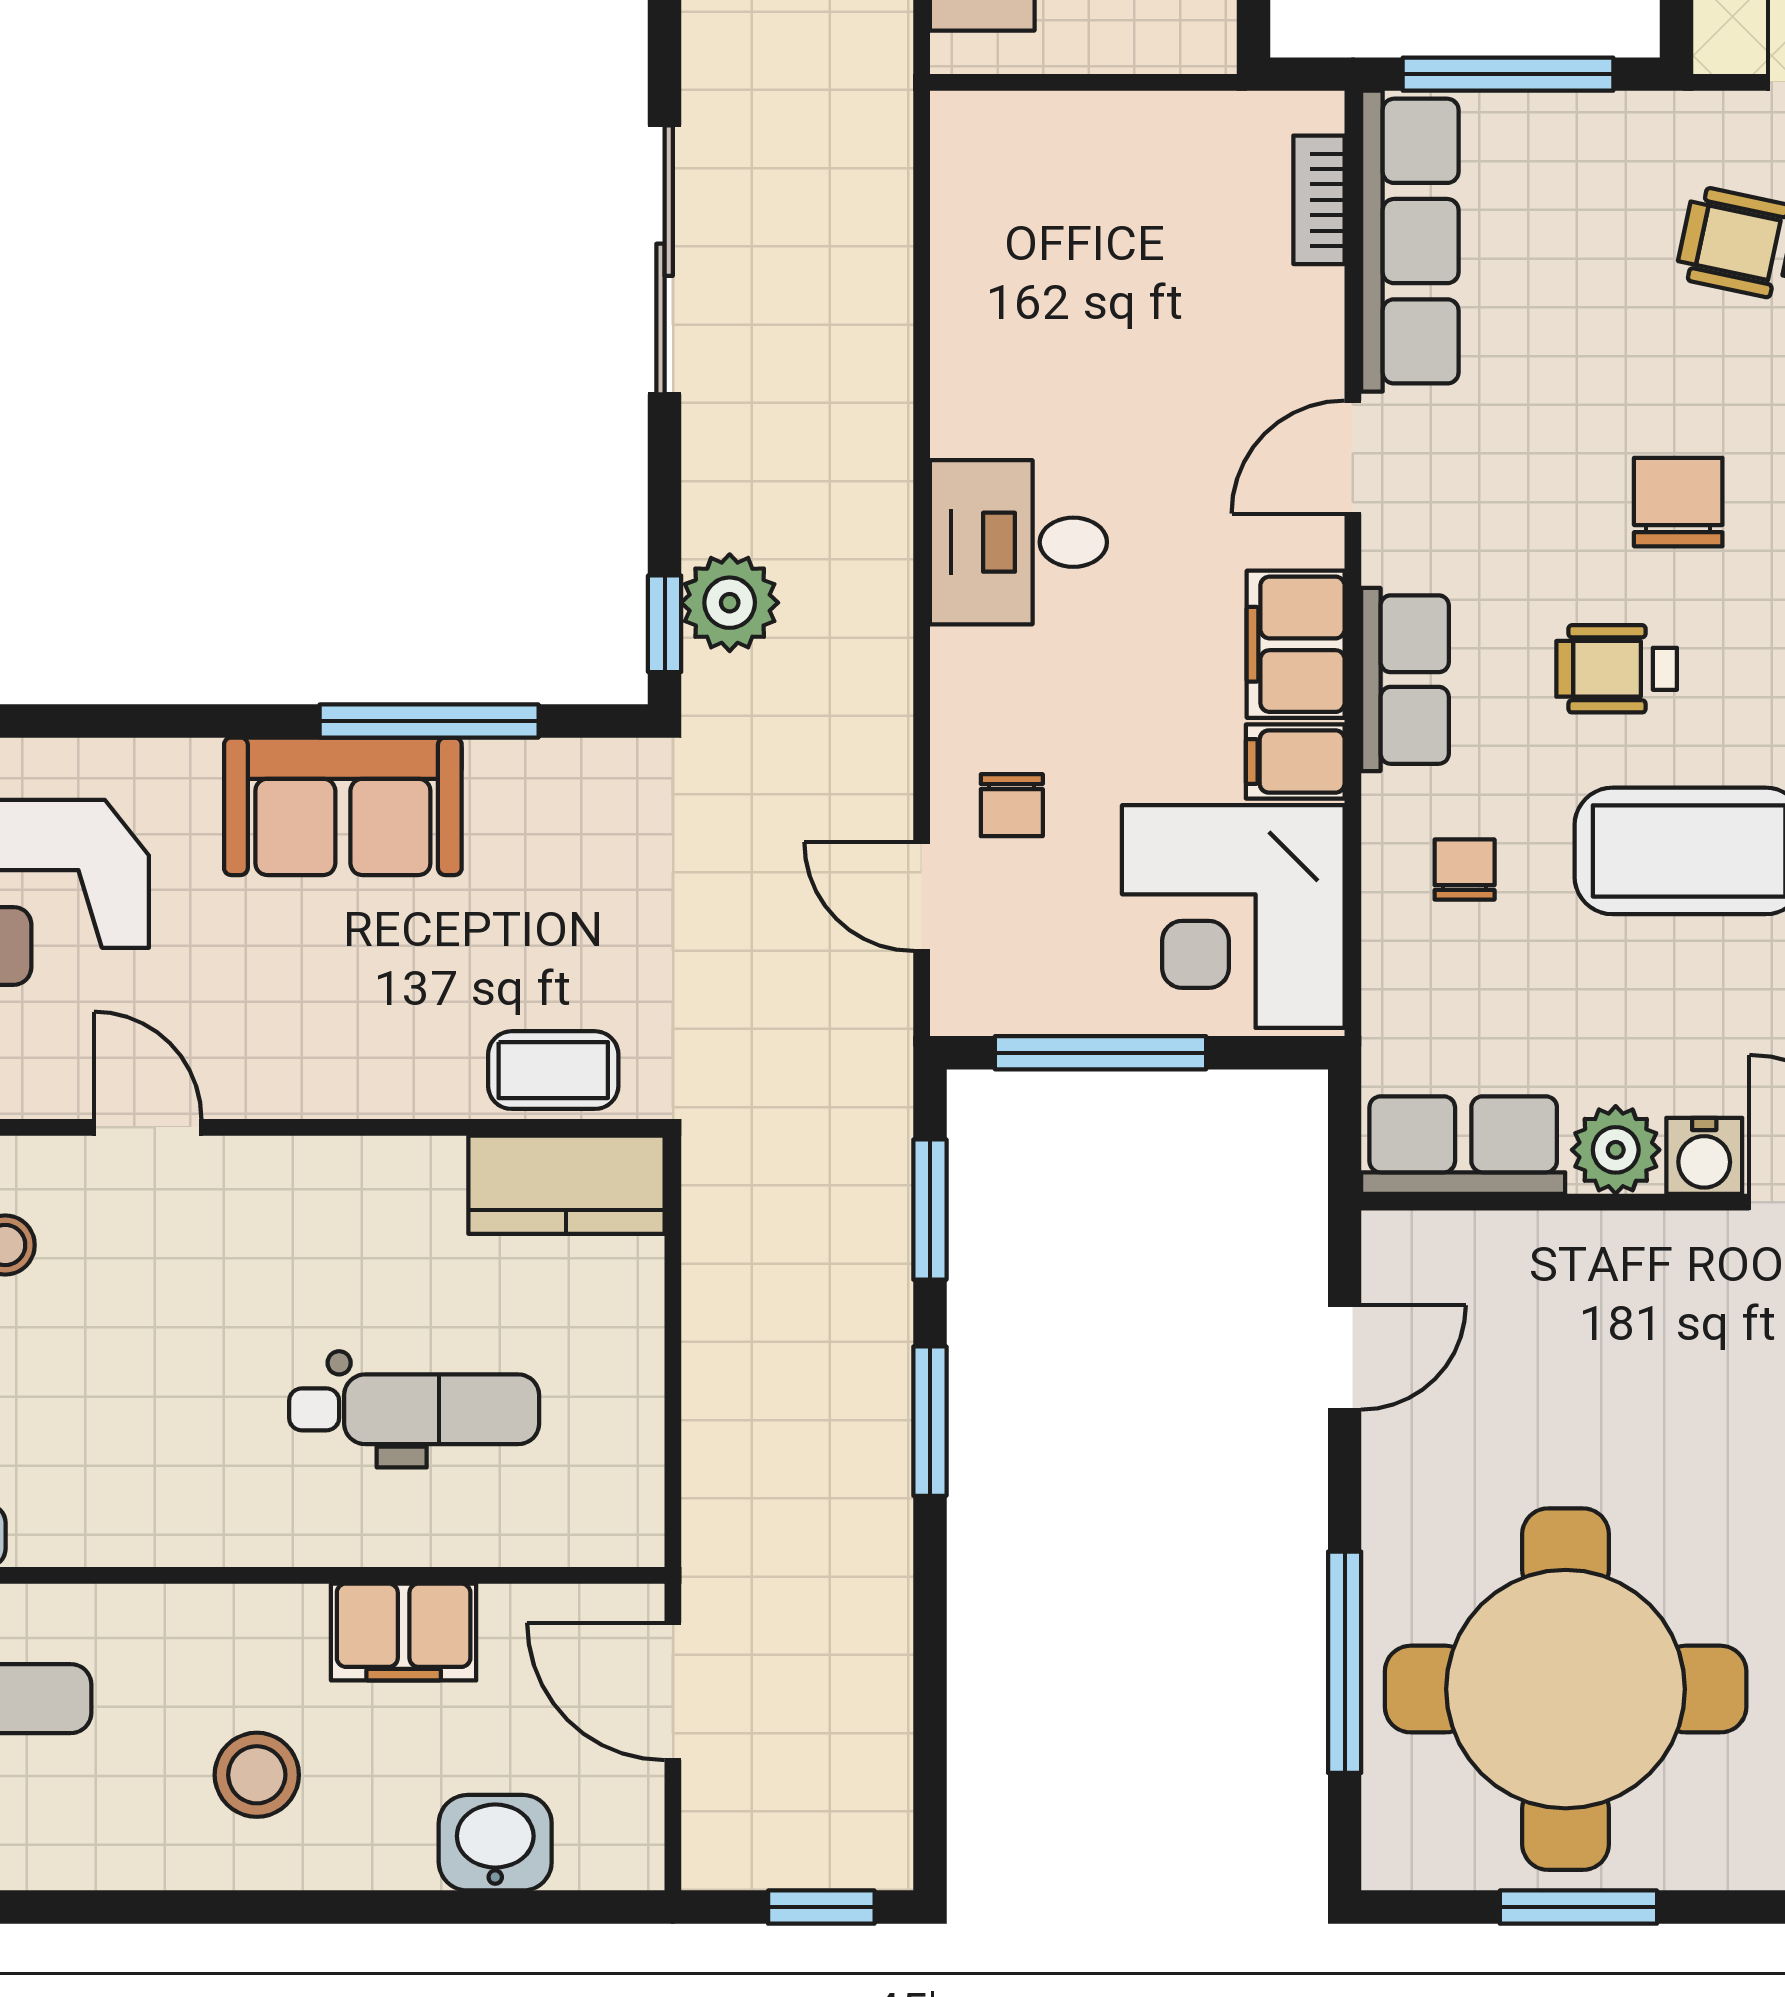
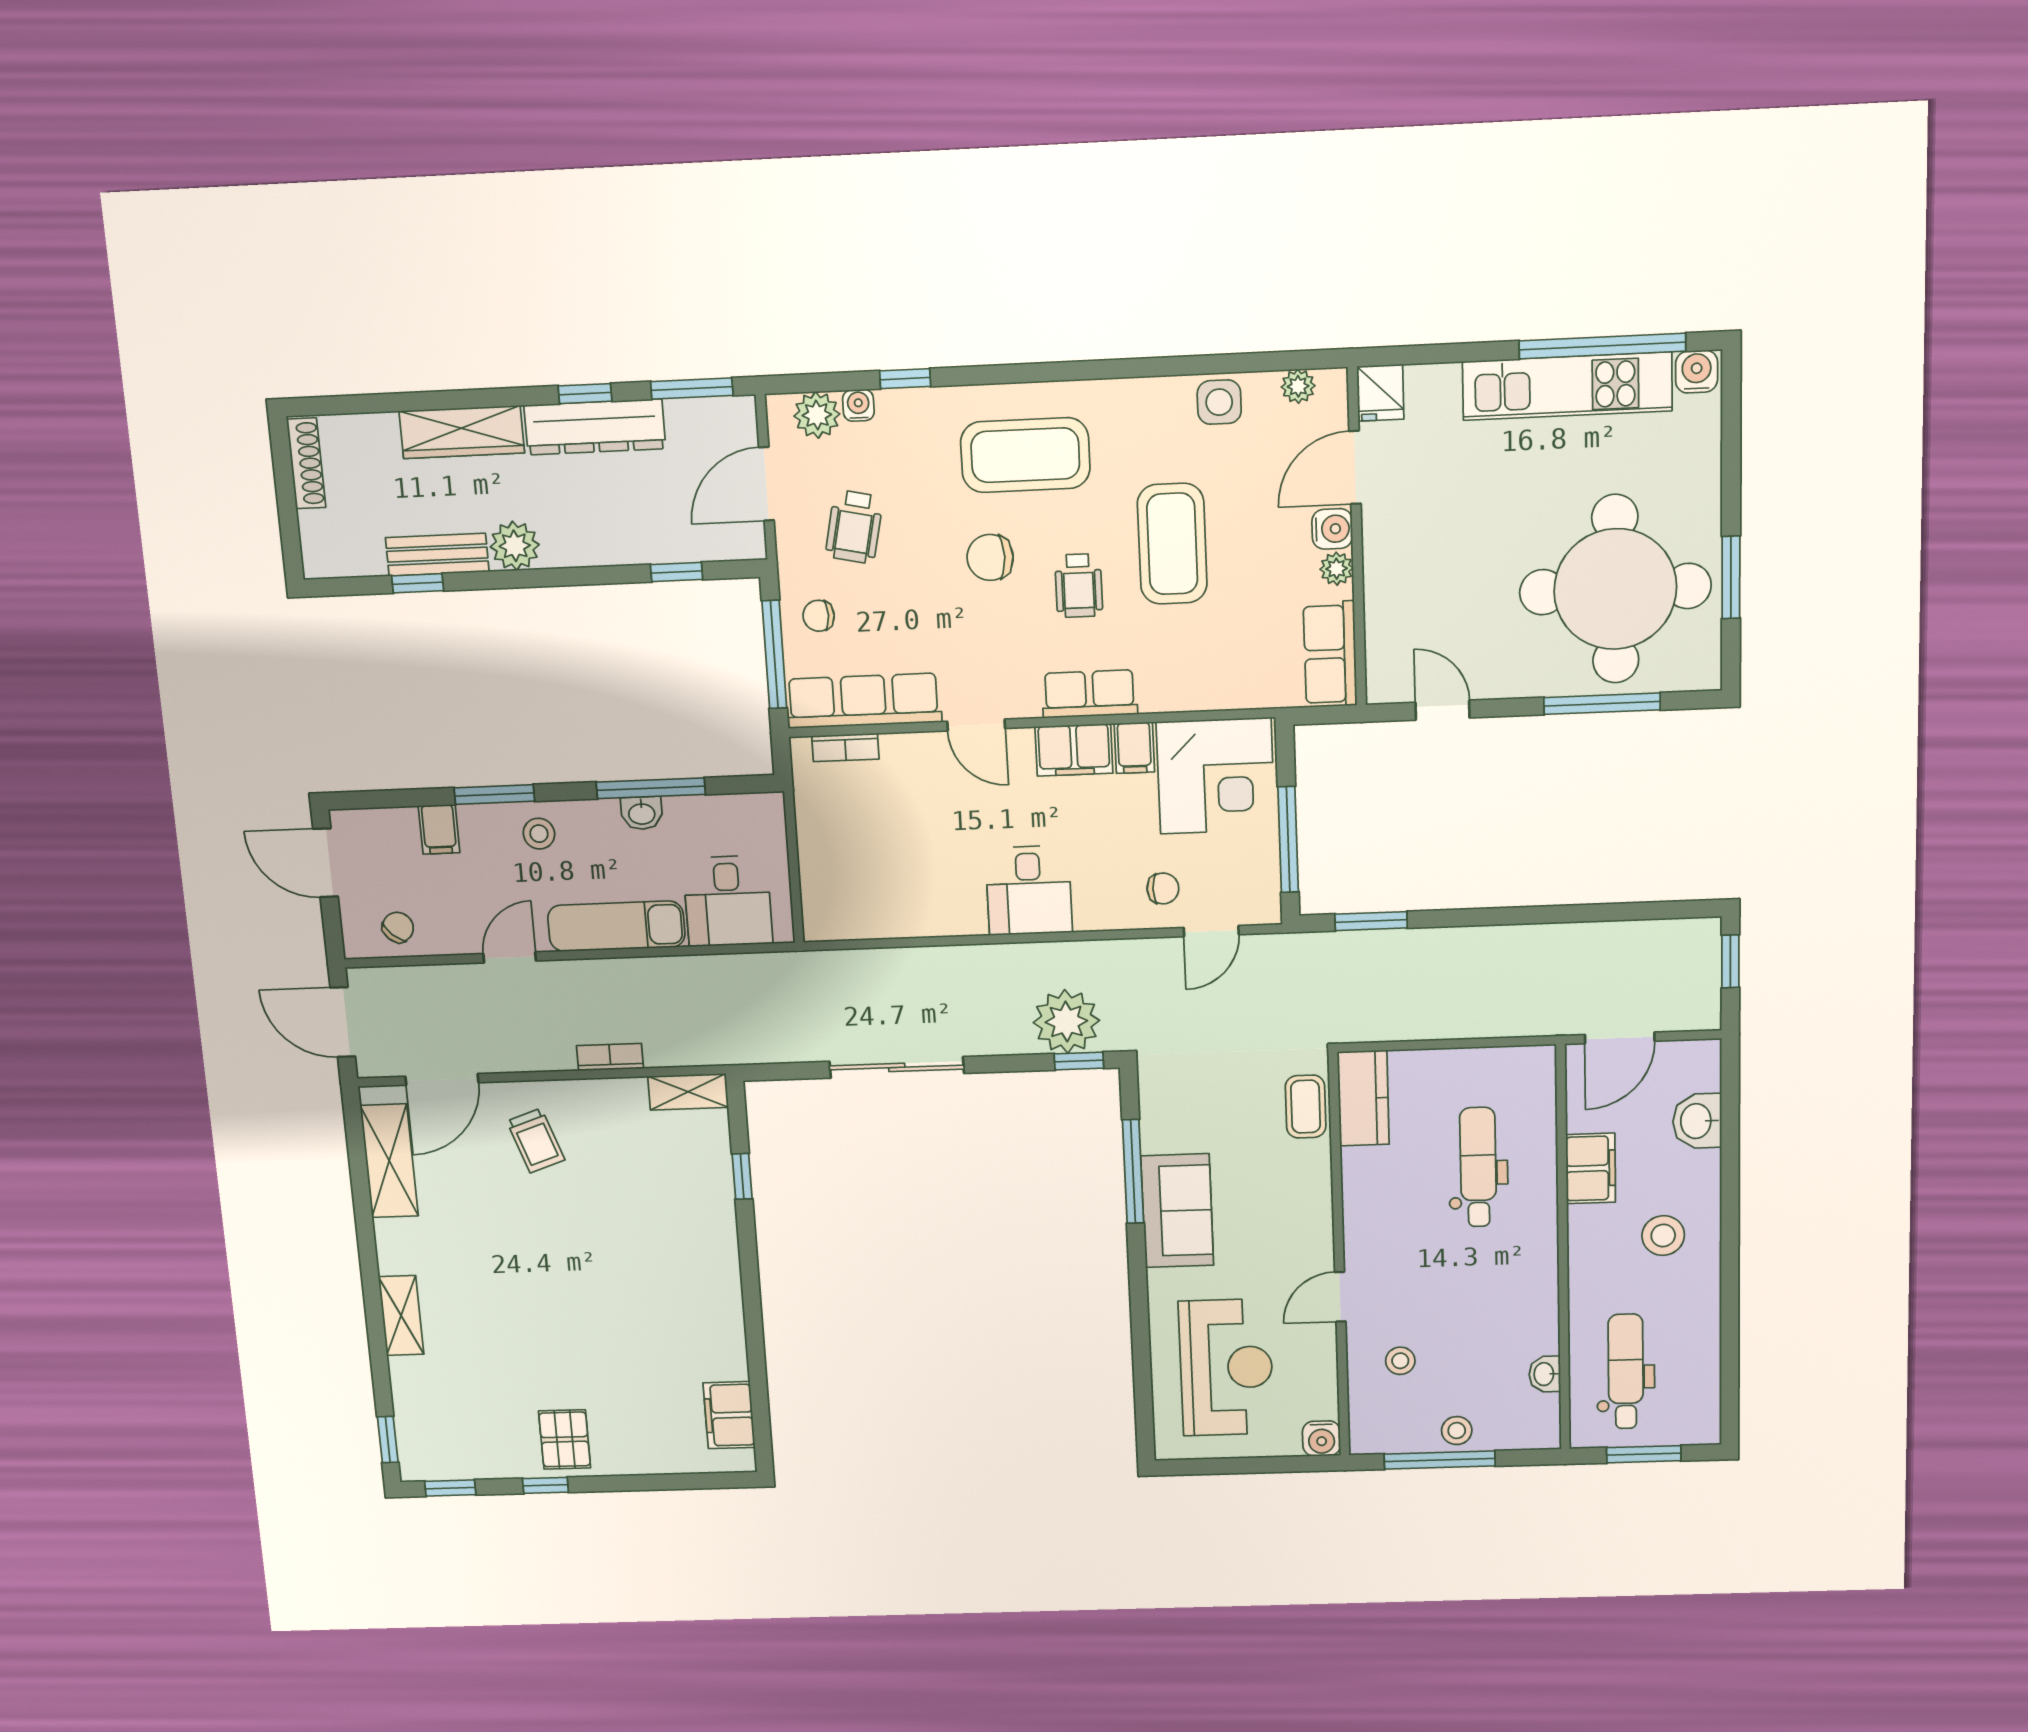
plant: (730, 603) -> (1066, 1022), width x1.36, depth x1.36
chair: (1465, 870) -> (819, 616), moved
plant: (1616, 1150) -> (1337, 569), width x0.73, depth x0.73
window: (930, 1421) -> (1480, 917), removed

